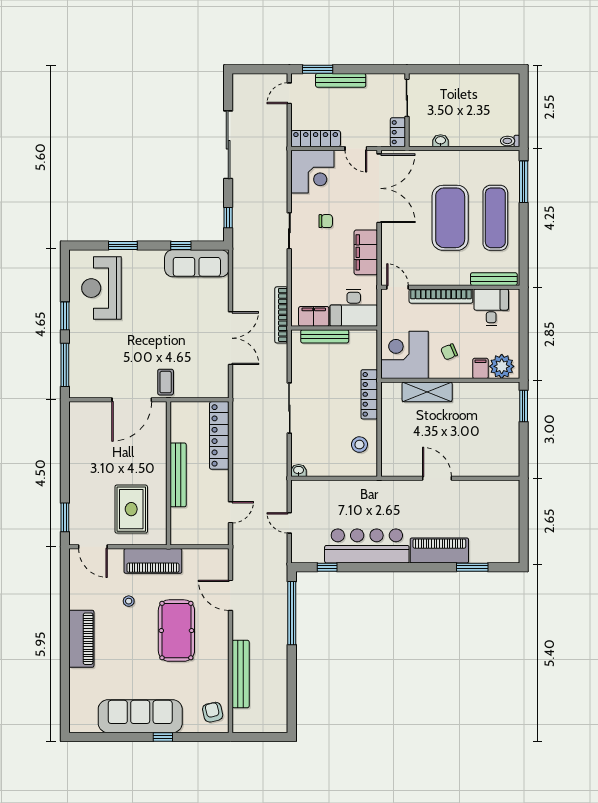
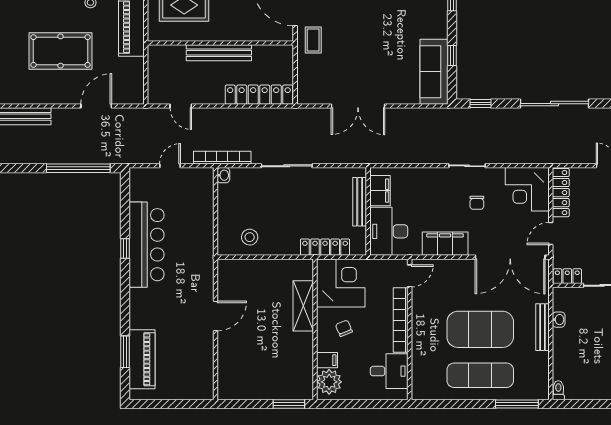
bench: (494, 279) -> (543, 327), moved
bookcase: (281, 315) -> (222, 158), moved
coffee table: (166, 382) -> (313, 40), turned 90
locker: (369, 394) -> (325, 247), moved
piano: (439, 550) -> (142, 359), moved
window: (327, 567) -> (125, 249), moved

